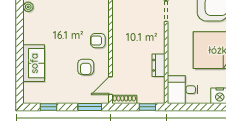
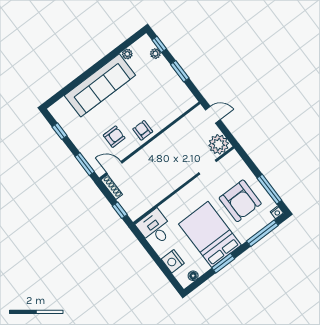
sofa: (34, 63) -> (100, 85), width x1.85, depth x1.27
dresser: (158, 65) -> (160, 194), removed
armchair: (86, 67) -> (114, 137), turned 180

